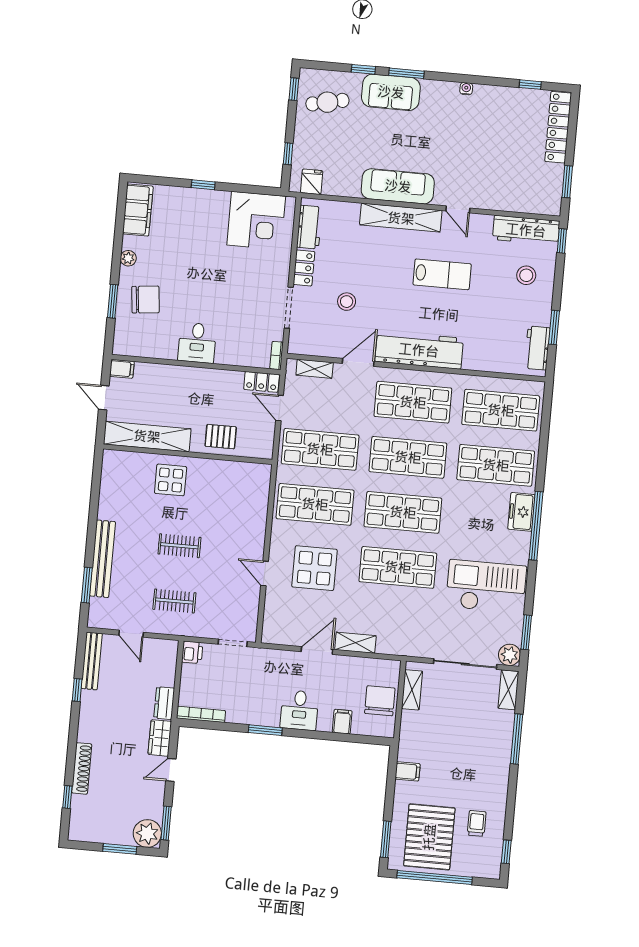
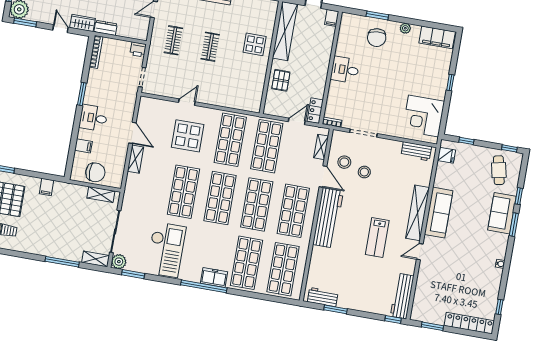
locker: (304, 268) -> (389, 145), removed
stool: (526, 275) -> (344, 162), moved

